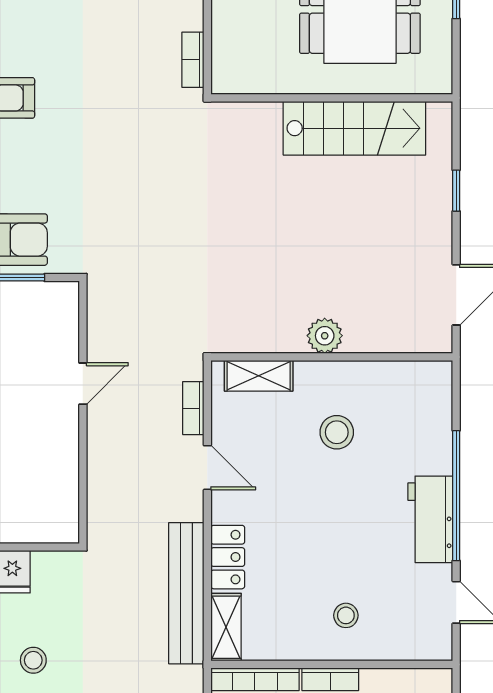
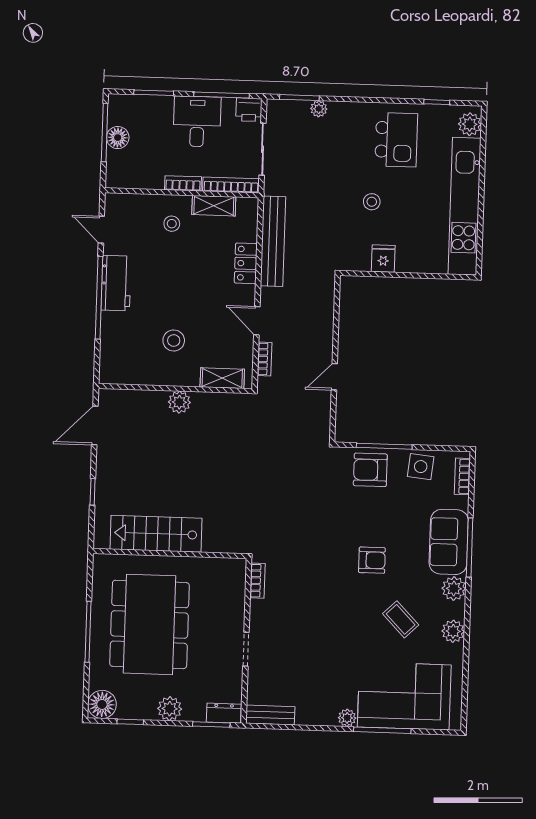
shelving: (226, 627) -> (214, 206), moved, turned 90

